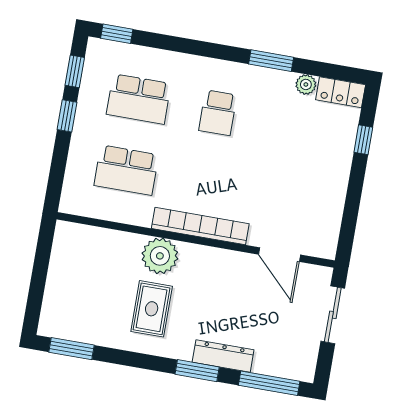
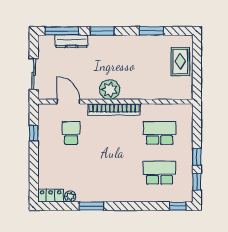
school desk: (218, 113) -> (71, 133), moved
window: (363, 140) -> (34, 133), moved
plant: (160, 256) -> (110, 90), moved
rug: (152, 309) -> (180, 61), moved
window: (72, 349) -> (151, 31), moved
dresser: (223, 356) -> (71, 41), moved

